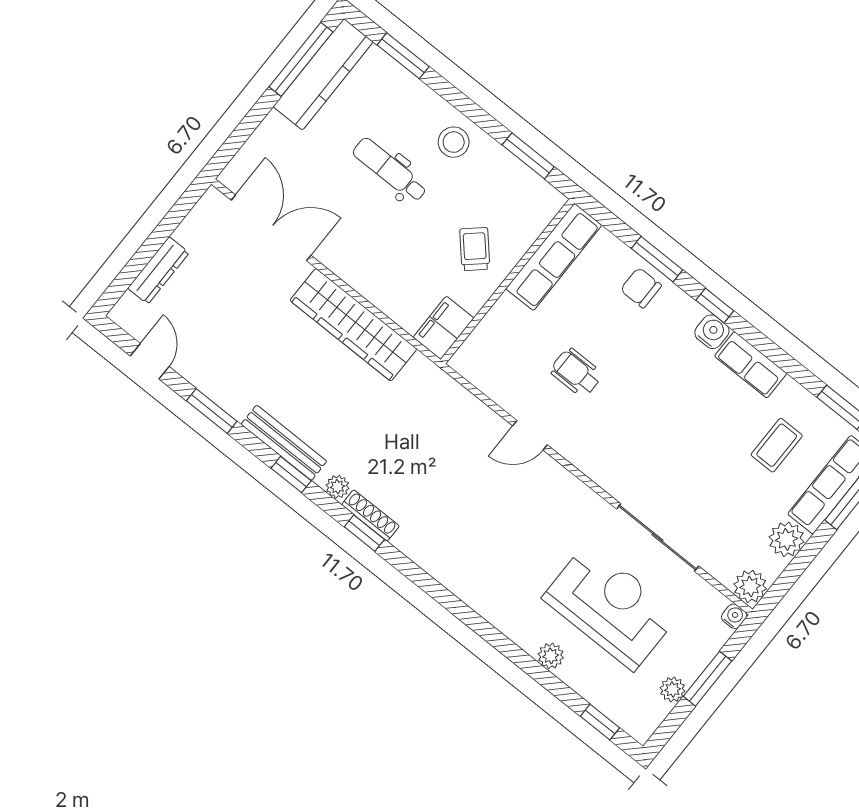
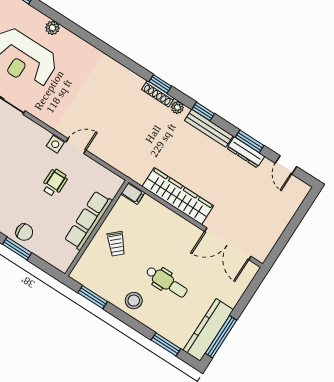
row of seats: (554, 257) -> (88, 220), moved
dresser: (158, 270) -> (246, 152), moved, turned -90
filing cabinet: (443, 328) -> (133, 193), width x0.50
wheelchair: (576, 373) -> (54, 183), turned -90
side table: (568, 443) -> (55, 144), added

